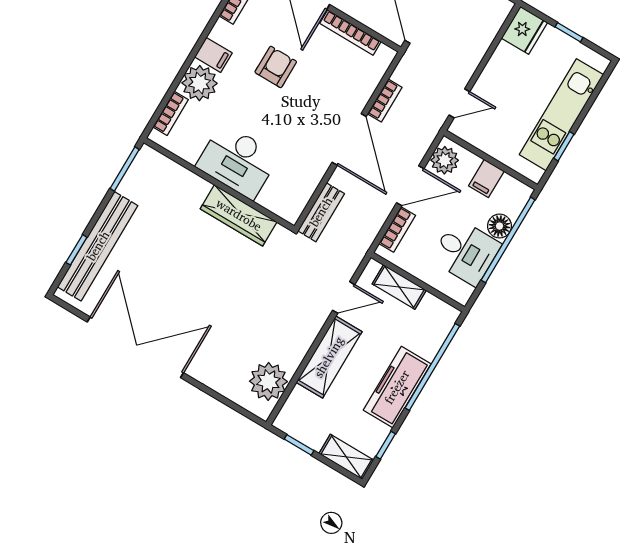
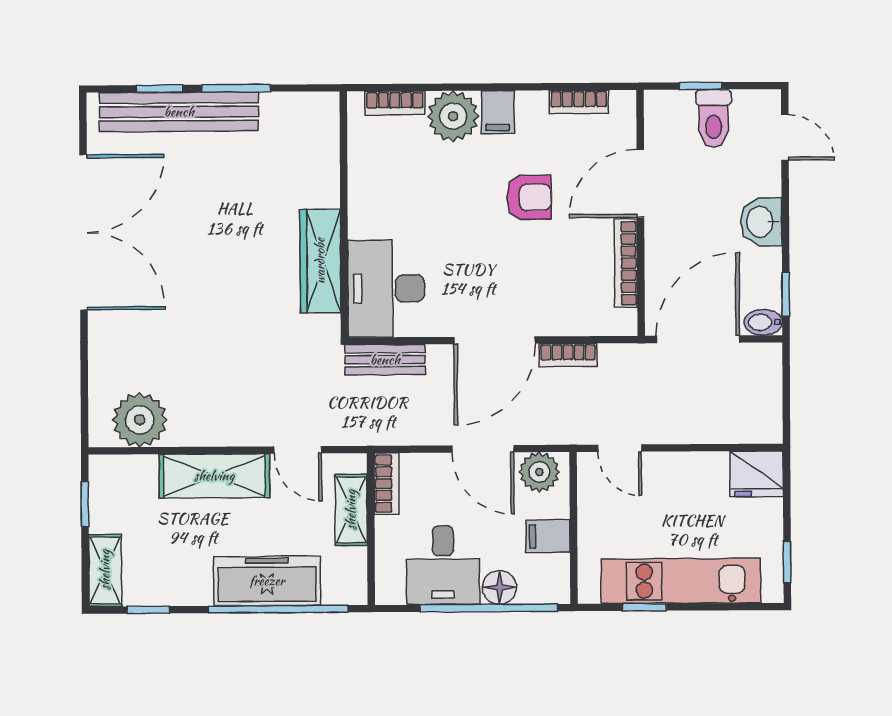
window: (569, 32) -> (787, 562), moved
desk: (237, 161) -> (386, 288), moved
window: (125, 169) -> (236, 88), moved
bookcase: (397, 229) -> (387, 484), moved, turned -90
freezer: (397, 387) -> (267, 581), moved

